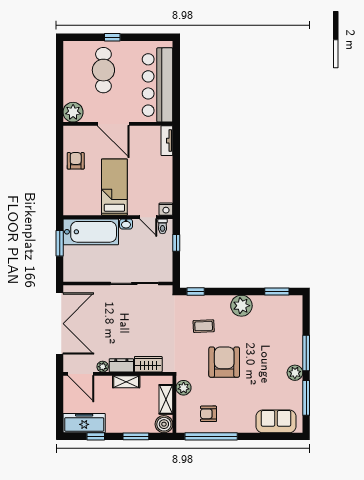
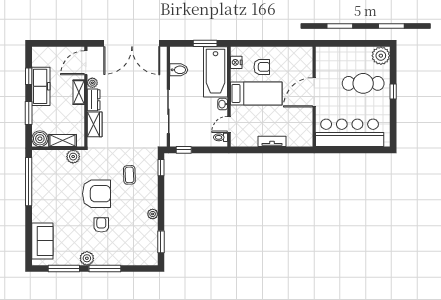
plant: (73, 112) -> (381, 56), moved
tv unit: (167, 141) -> (272, 141), moved
armchair: (76, 161) -> (262, 67), moved
nightstand: (166, 209) -> (236, 62), moved
window: (176, 243) -> (184, 150), moved
bidet: (89, 272) -> (179, 70), added
plant: (241, 306) -> (153, 214), width x0.53, depth x0.53
shelving: (126, 382) -> (79, 92), moved
armchair: (209, 414) -> (101, 225), moved
freezer: (84, 423) -> (41, 86), moved

